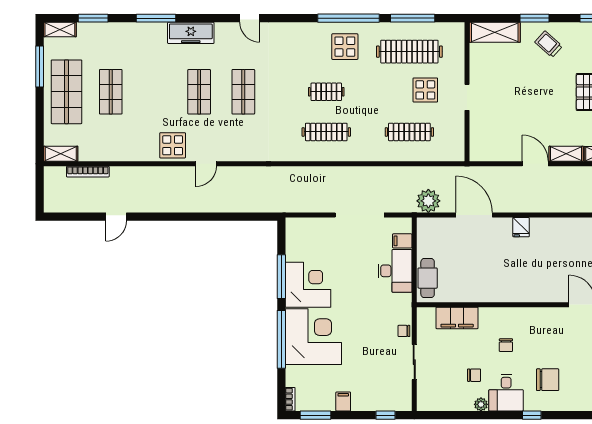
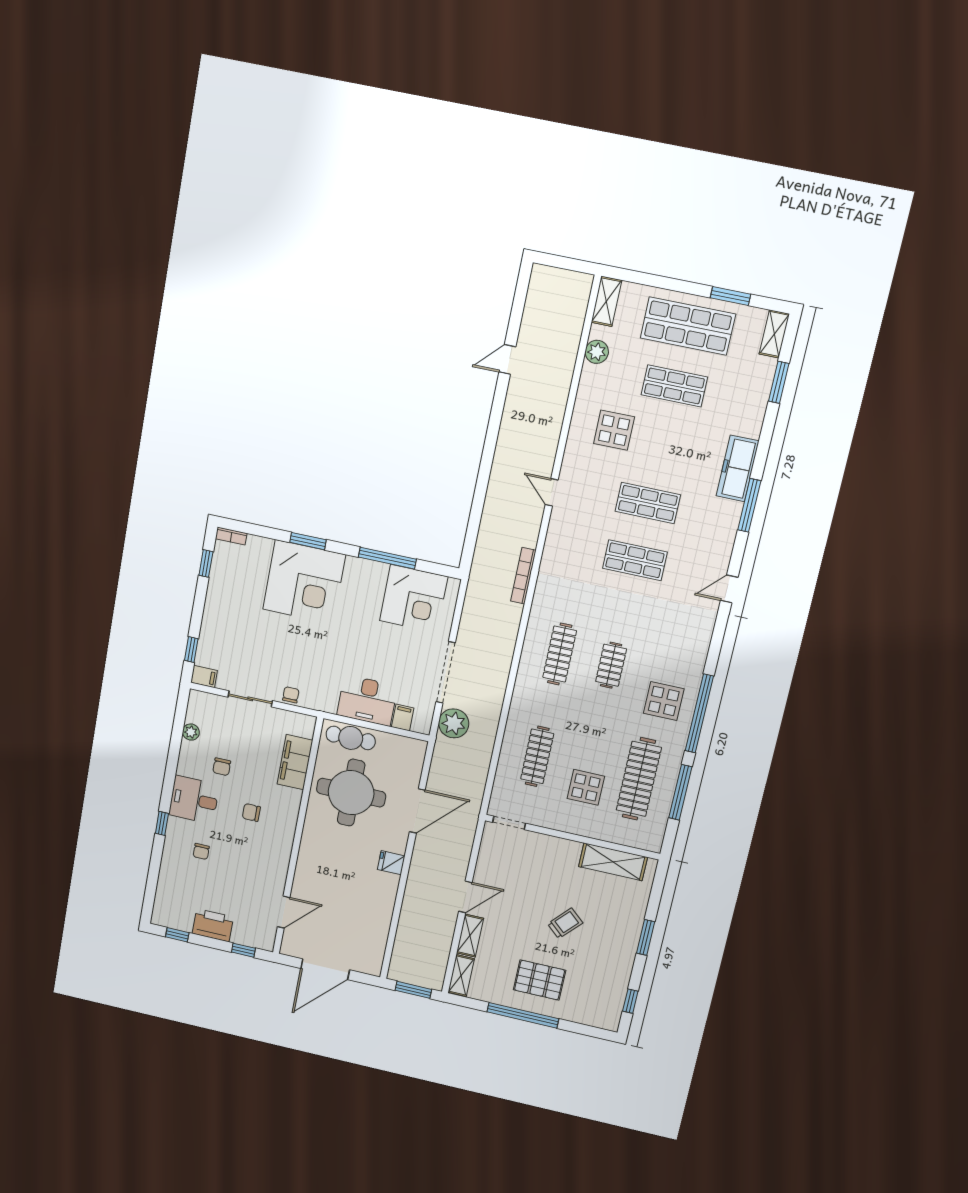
window: (156, 18) -> (749, 505), moved
shelving: (495, 32) -> (613, 862), moved, turned 90
freezer: (191, 33) -> (737, 468), moved
trolley: (549, 44) -> (565, 923), moved
window: (40, 66) -> (730, 296), width x0.69
doorway: (467, 97) -> (509, 823), moved
display table: (173, 145) -> (614, 430), moved
plant: (98, 153) -> (597, 352), added
bookcase: (88, 172) -> (523, 576), moved
plant: (428, 201) -> (454, 723), moved
door: (116, 217) -> (507, 359), hinge flipped
round table: (471, 269) -> (351, 793), added
corner desk: (308, 285) -> (414, 599), moved
window: (281, 339) -> (308, 541), width x0.47
chair: (548, 380) -> (201, 851), width x0.54, depth x0.54
filing cabinet: (343, 402) -> (204, 677), moved
plant: (481, 404) -> (191, 732), moved
window: (315, 415) -> (206, 563), width x0.67

